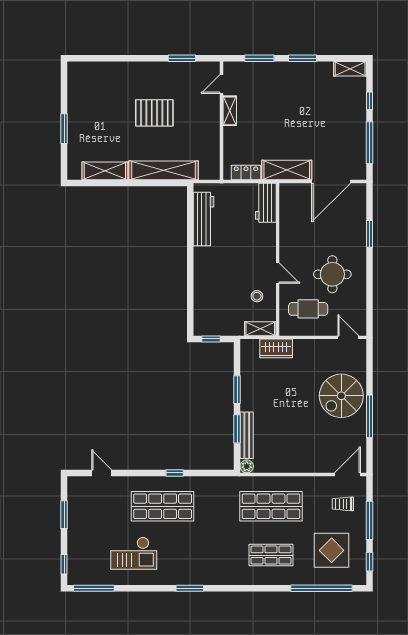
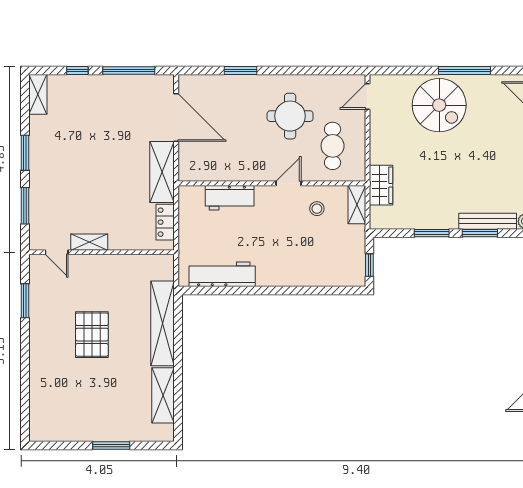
workbench: (266, 203) -> (230, 198), moved

